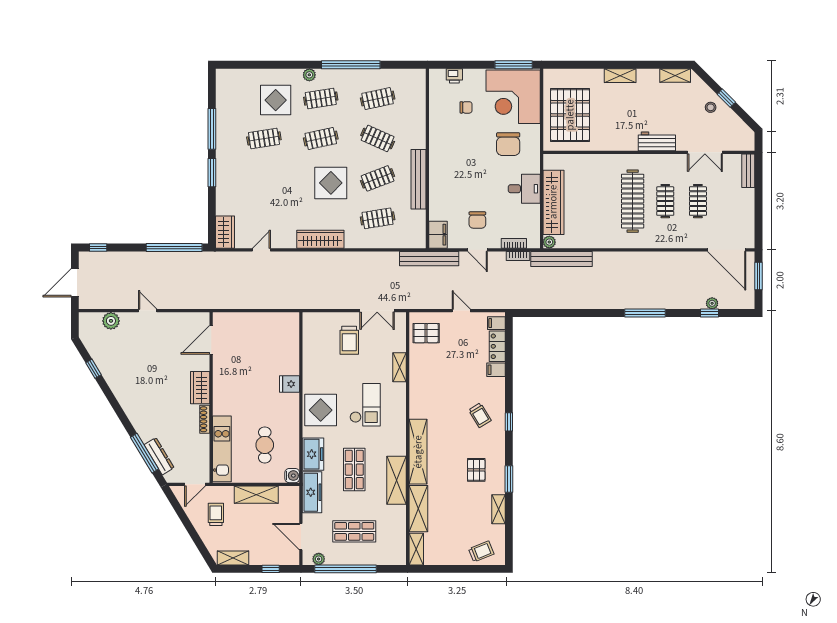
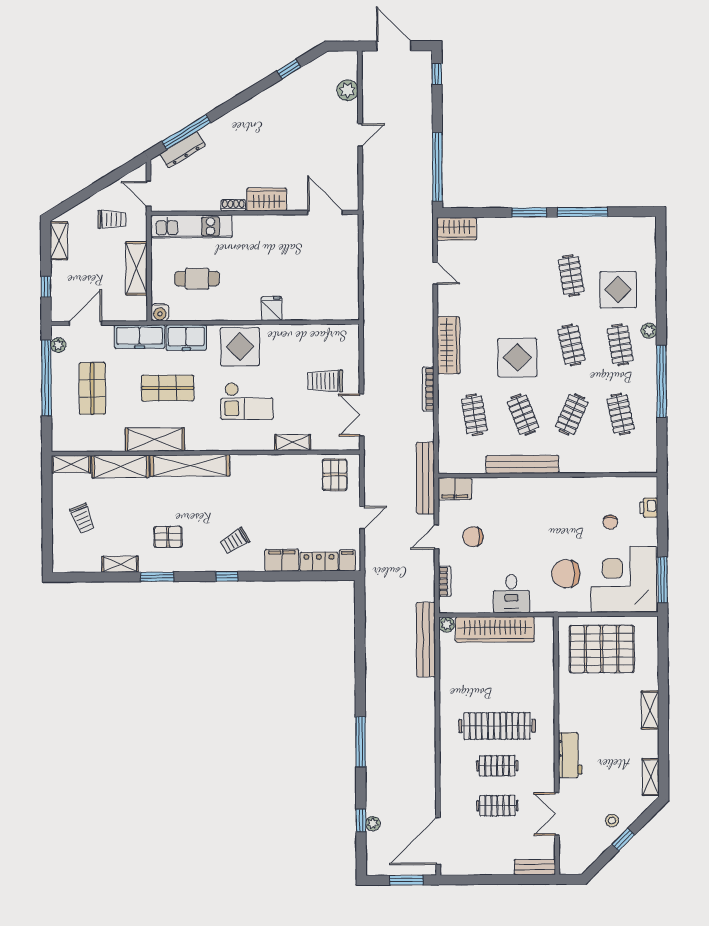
bookcase: (518, 256) -> (428, 389), moved, width x1.56
filing cabinet: (496, 370) -> (282, 560), width x2.00
shoe rack: (205, 419) -> (233, 205), width x0.70
trolley: (481, 551) -> (83, 518), moved

